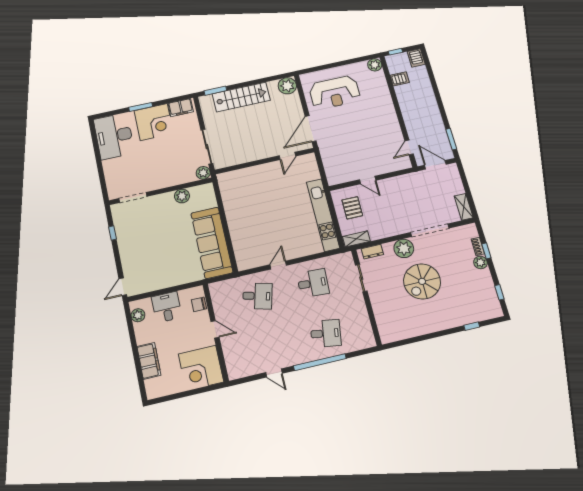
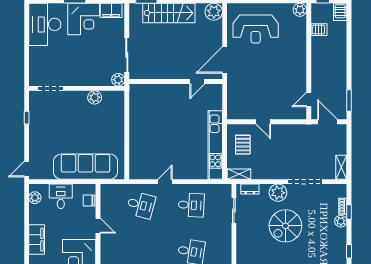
sofa: (212, 243) -> (86, 167), moved, turned 90

